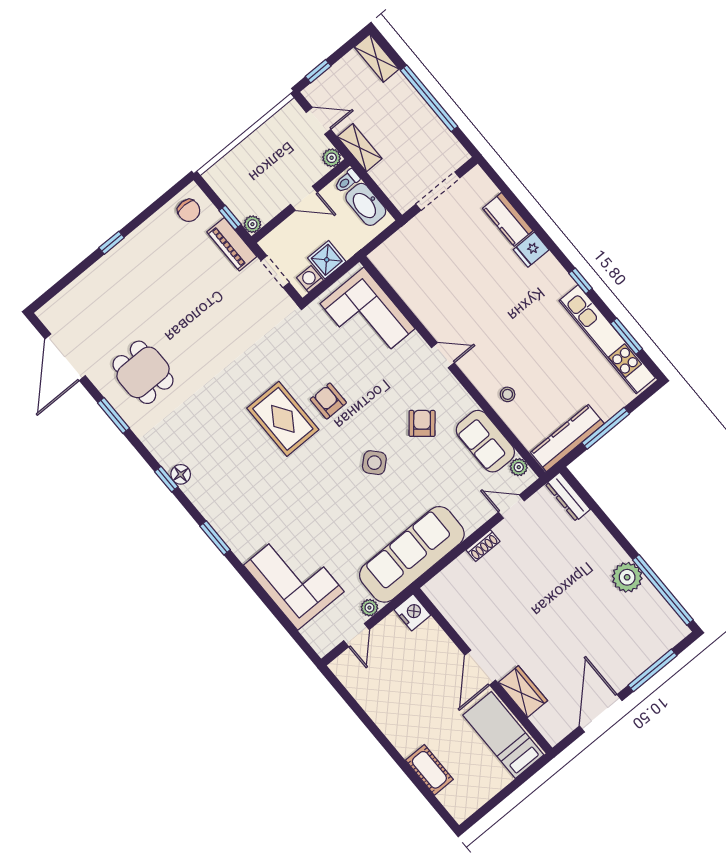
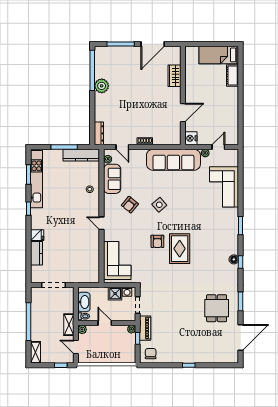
door: (480, 668) -> (183, 113), moved
bed: (503, 735) -> (219, 55), moved, turned 90

